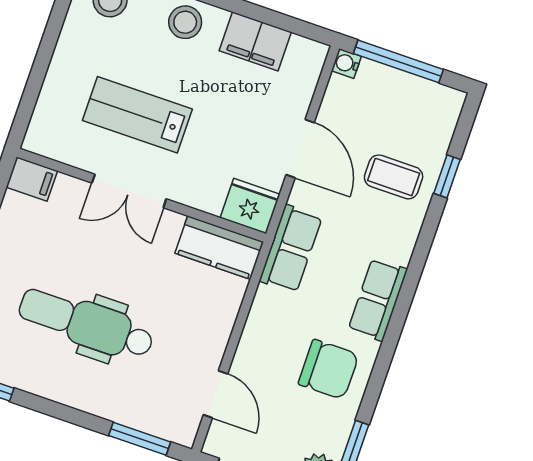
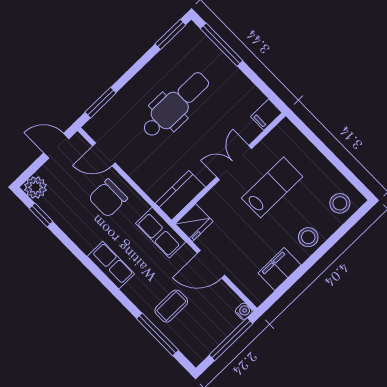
window: (447, 176) -> (157, 334), width x2.17
chair: (329, 369) -> (108, 198), moved

